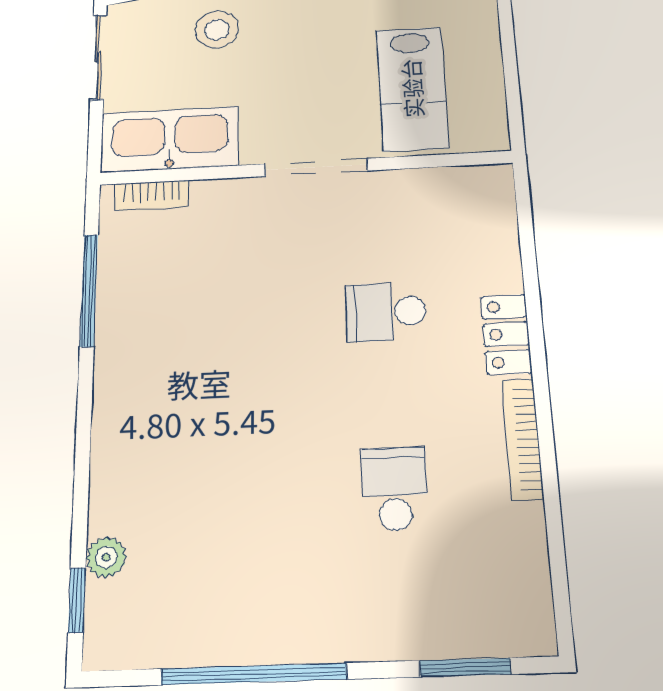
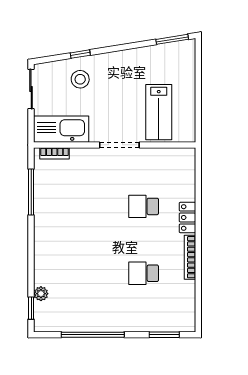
school desk: (395, 489) -> (144, 273), turned -90

